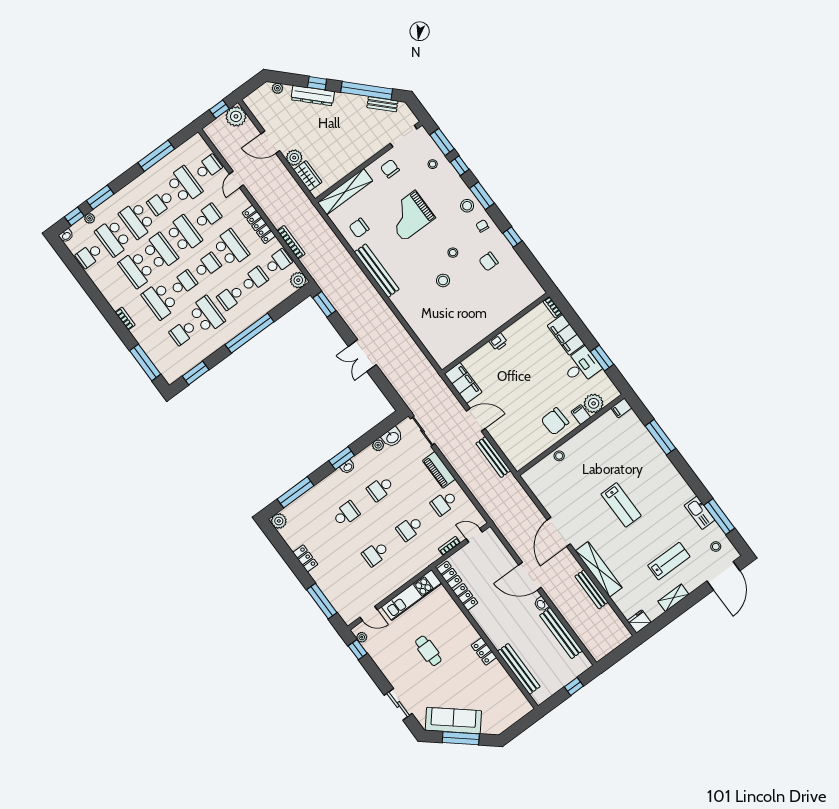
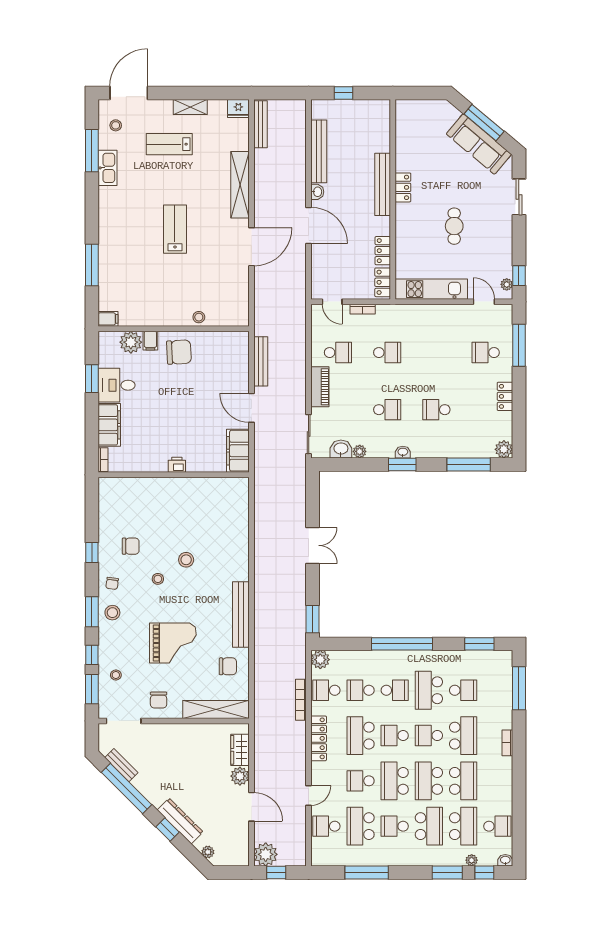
school desk: (161, 202) -> (395, 826), turned 180
school desk: (376, 554) -> (486, 353), moved, turned 180
bench: (591, 589) -> (260, 124), moved
bench: (519, 669) -> (383, 184), moved

